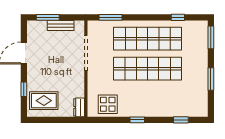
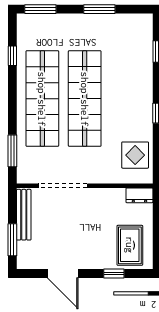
bench: (61, 26) -> (24, 215), width x1.36

